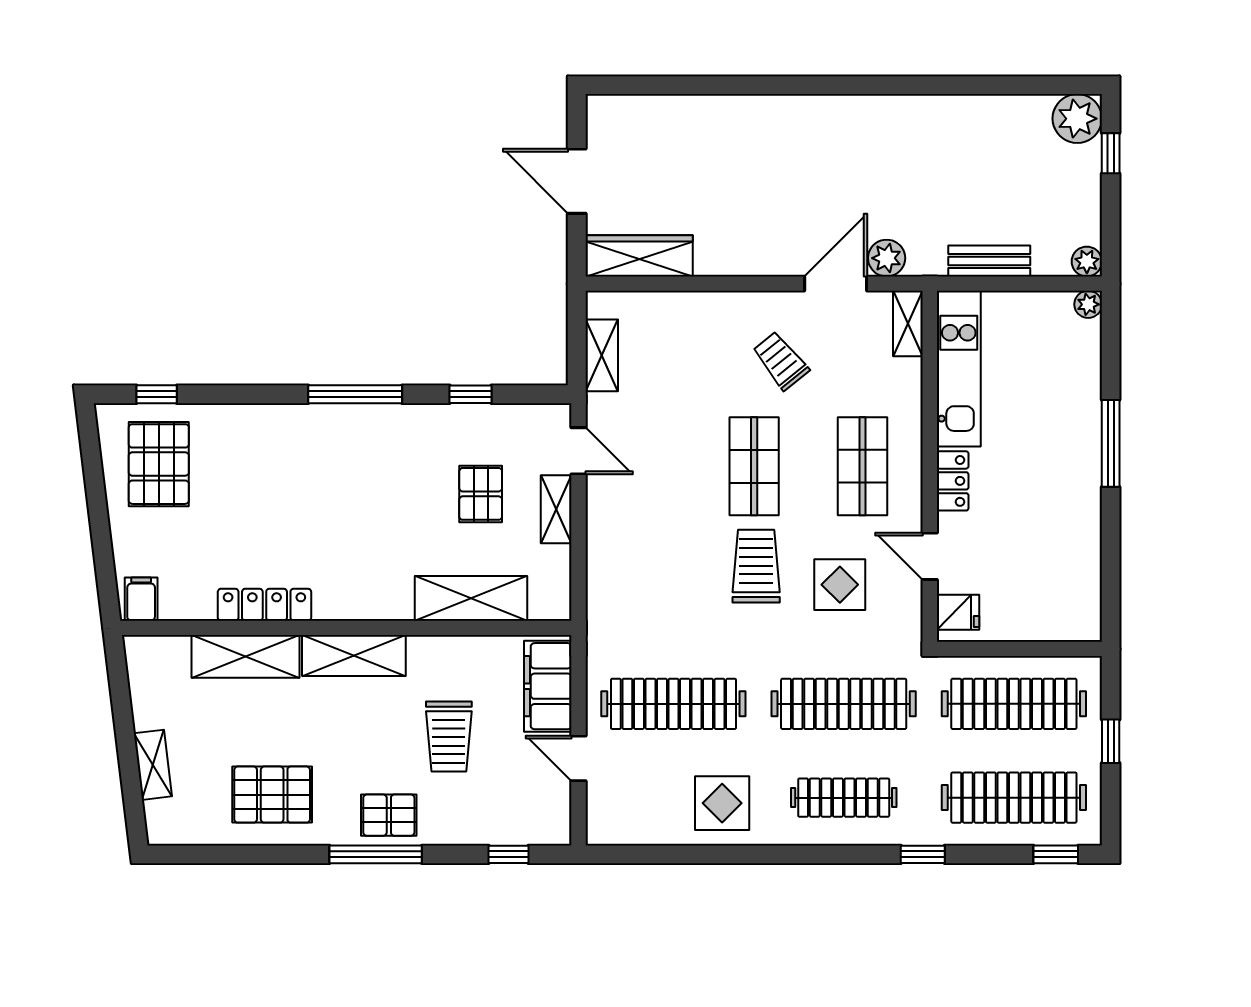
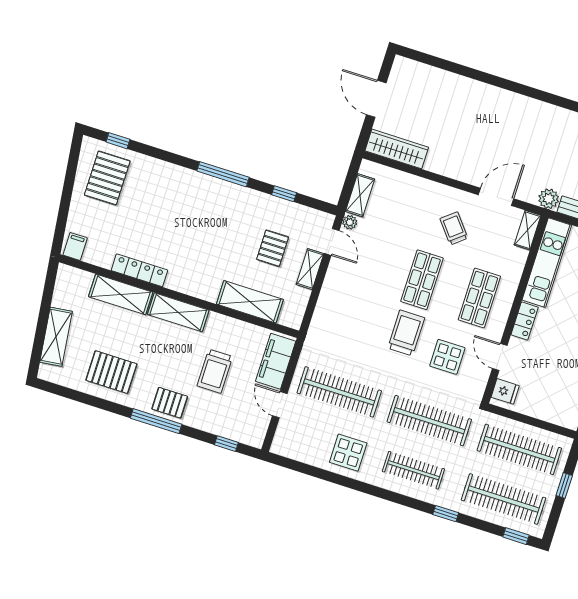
plant: (887, 258) -> (549, 199), moved
plant: (599, 407) -> (350, 222), added
shelving: (153, 765) -> (56, 337), width x1.50, depth x1.33

